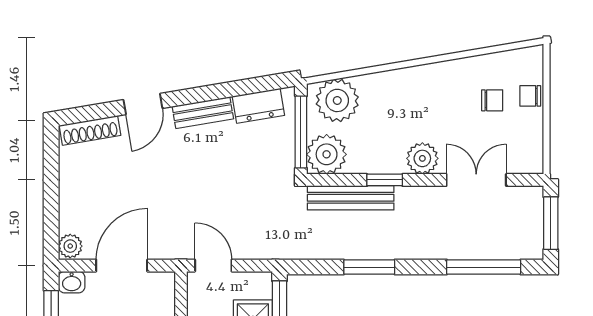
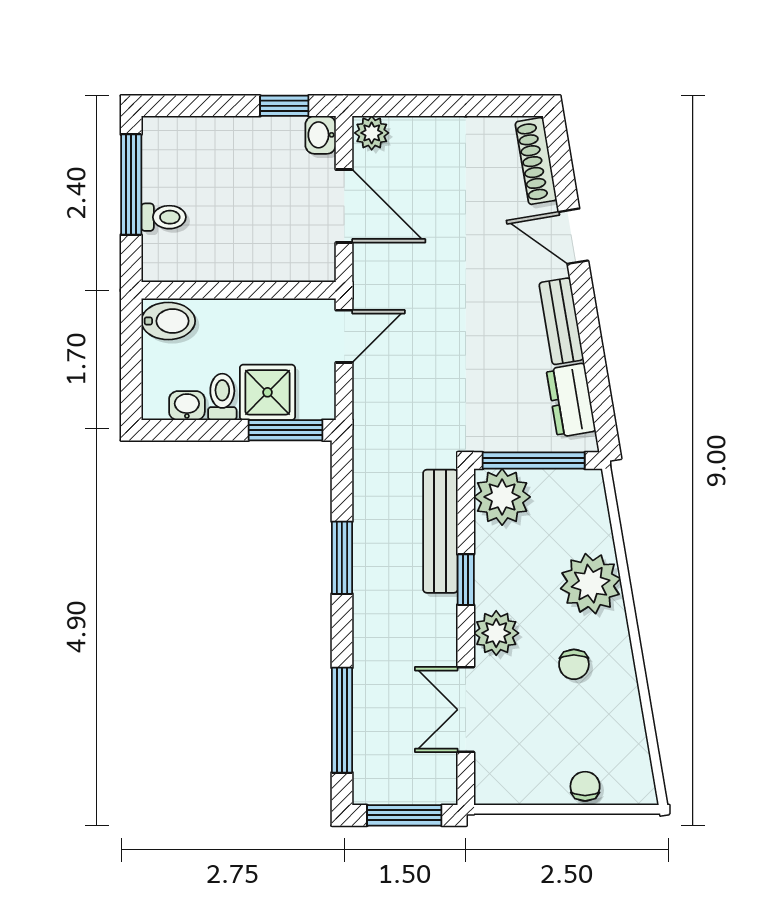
plant: (337, 100) -> (591, 584), moved
chair: (492, 100) -> (574, 664), moved
double door: (476, 180) -> (466, 710), swing flipped

